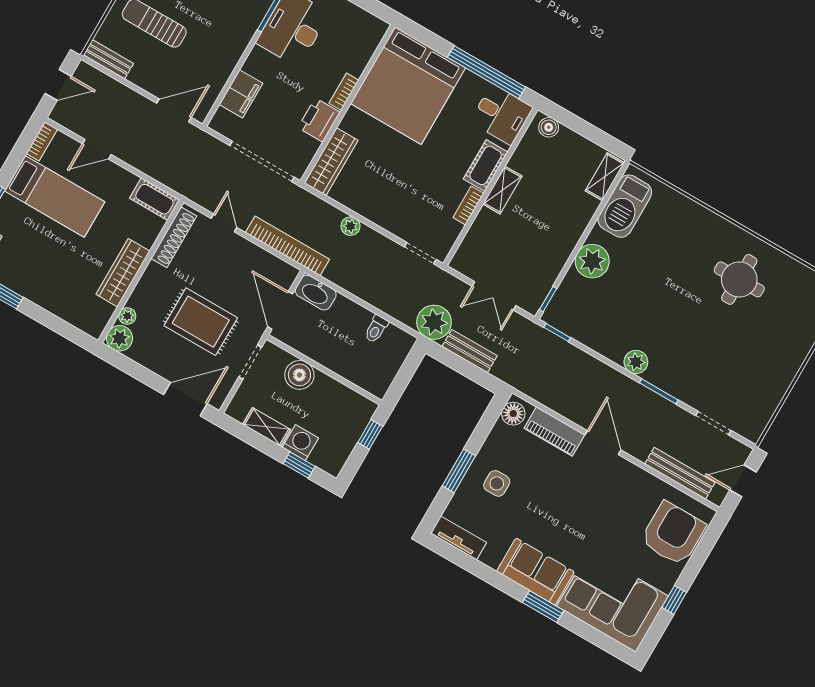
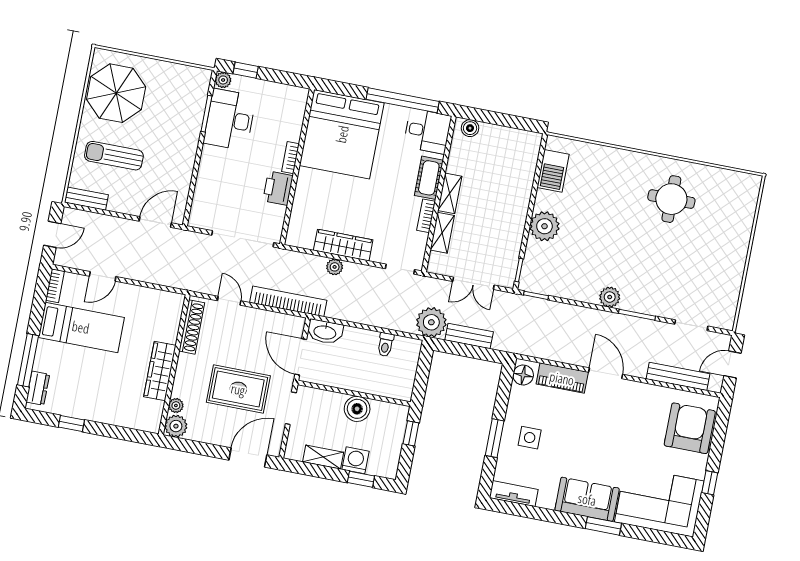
filing cabinet: (241, 94) -> (206, 189), removed
wardrobe: (331, 162) -> (343, 245), moved, turned -90
shelving: (605, 177) -> (442, 233), moved
cot: (154, 199) -> (165, 301), removed
barbecue: (625, 206) -> (553, 171), width x0.73, depth x0.83
boiler: (299, 375) -> (357, 409), moved

